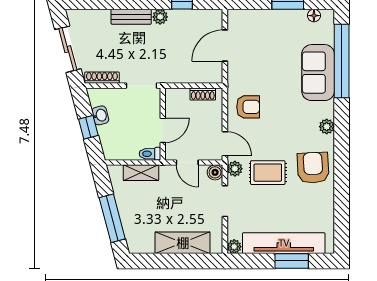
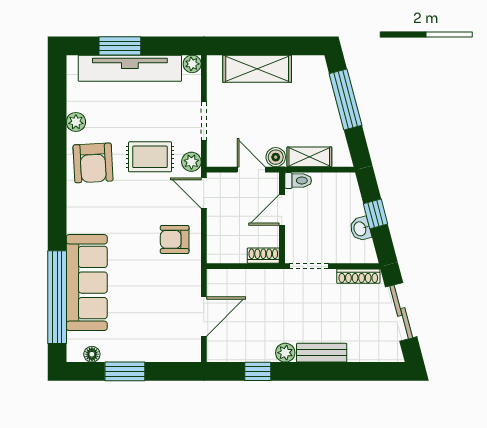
sofa: (318, 73) -> (87, 283), width x1.36
shoe rack: (203, 94) -> (263, 256), moved
plant: (327, 127) -> (76, 122), moved
boiler: (215, 172) -> (276, 157), moved

